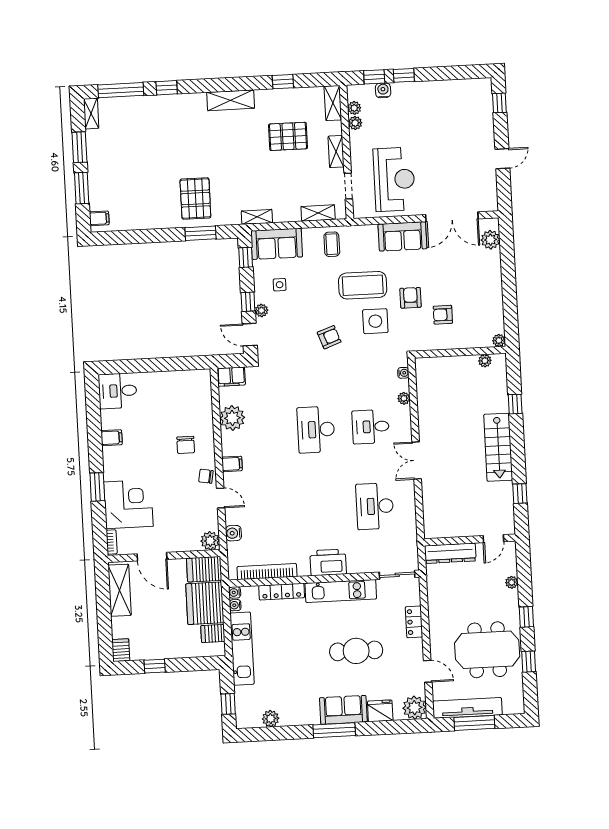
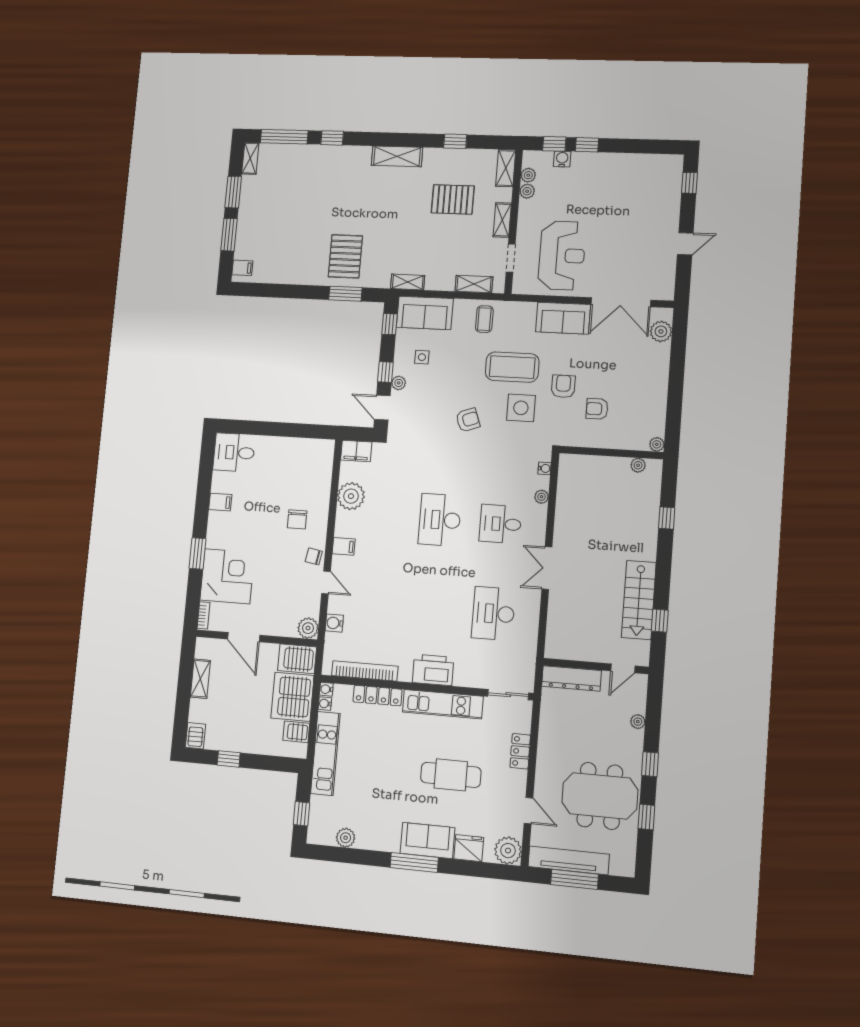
stairs: (498, 447) -> (639, 600), moved
shelving: (120, 590) -> (200, 679), width x0.67, depth x0.75

